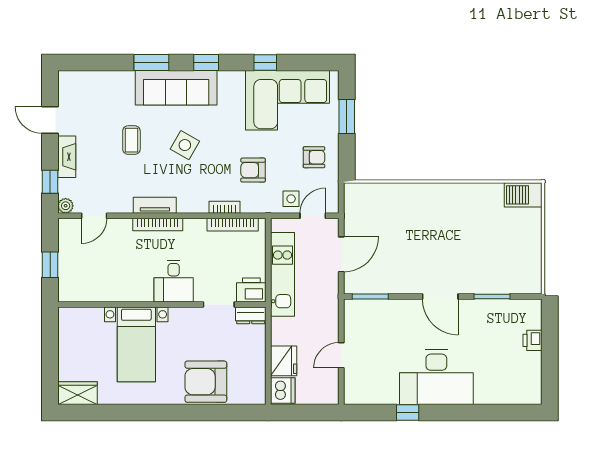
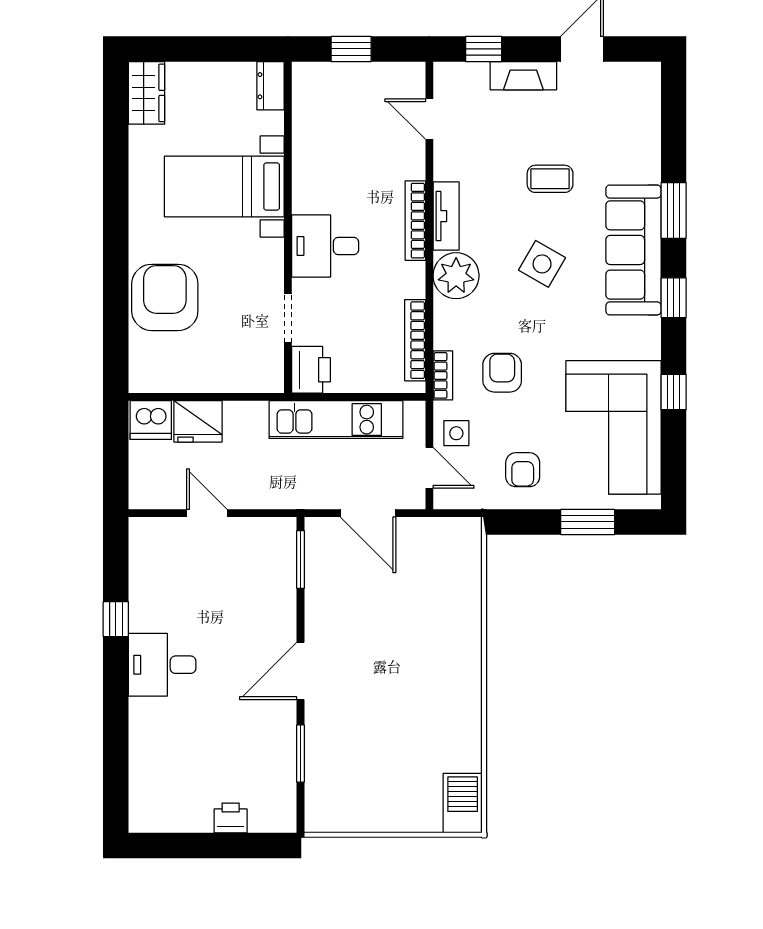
plant: (66, 206) -> (456, 276), moved, width x1.87, depth x1.87
bookcase: (225, 207) -> (443, 375), moved
dresser: (251, 315) -> (271, 86), moved
desk: (436, 377) -> (162, 665), width x0.53, depth x0.77

